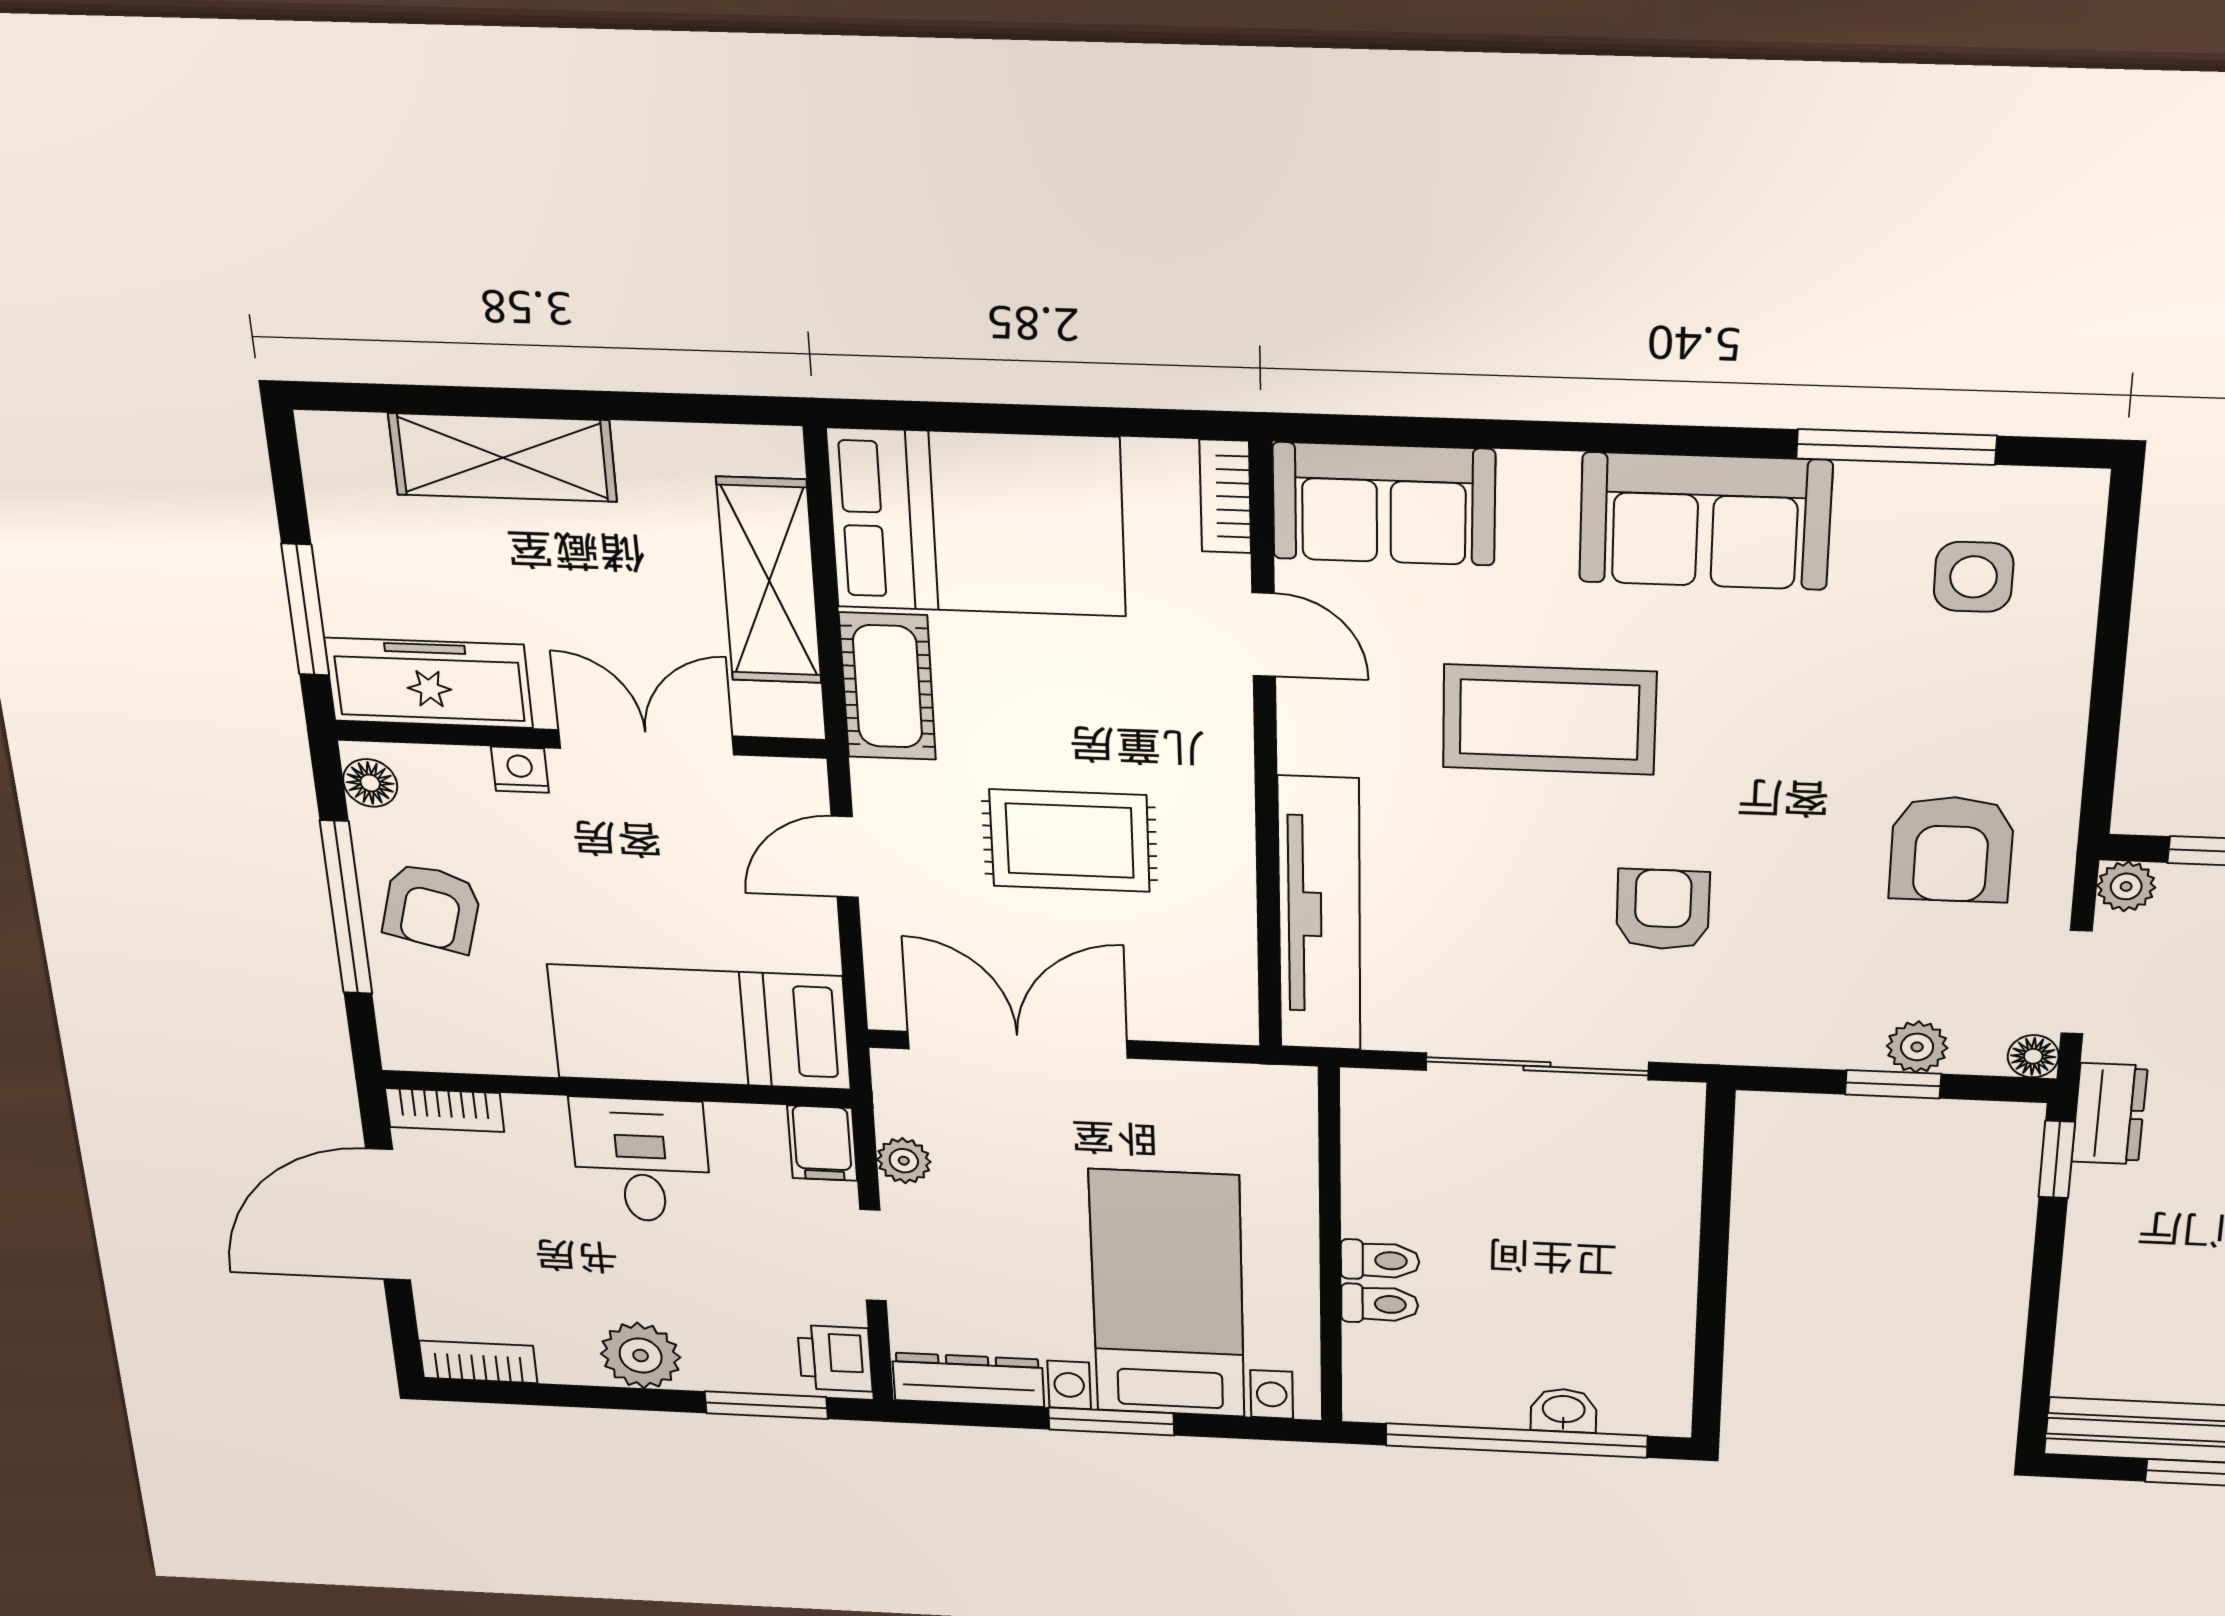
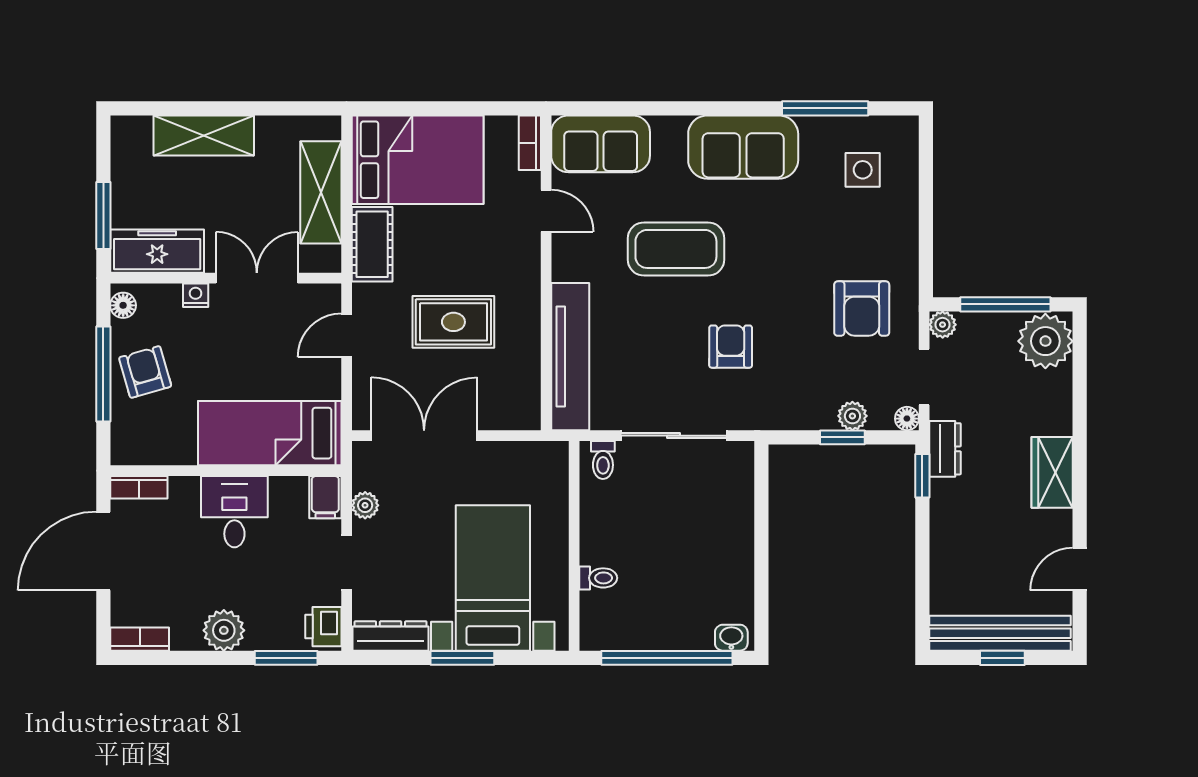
armchair: (432, 907) -> (145, 372), turned 149
toilet: (1380, 1260) -> (603, 460), moved, turned 90
washbasin: (1564, 1410) -> (731, 638), moved

